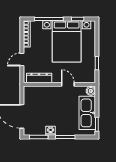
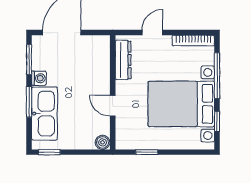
door: (22, 60) -> (152, 33), hinge flipped
door: (68, 84) -> (113, 106), swing flipped
kitchen sink: (87, 113) -> (44, 114), moved, turned 90

